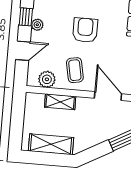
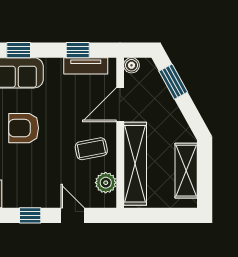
plant: (37, 25) -> (39, 200), removed
armchair: (85, 30) -> (24, 128), moved
shelving: (60, 102) -> (135, 164), width x2.20, depth x1.33

